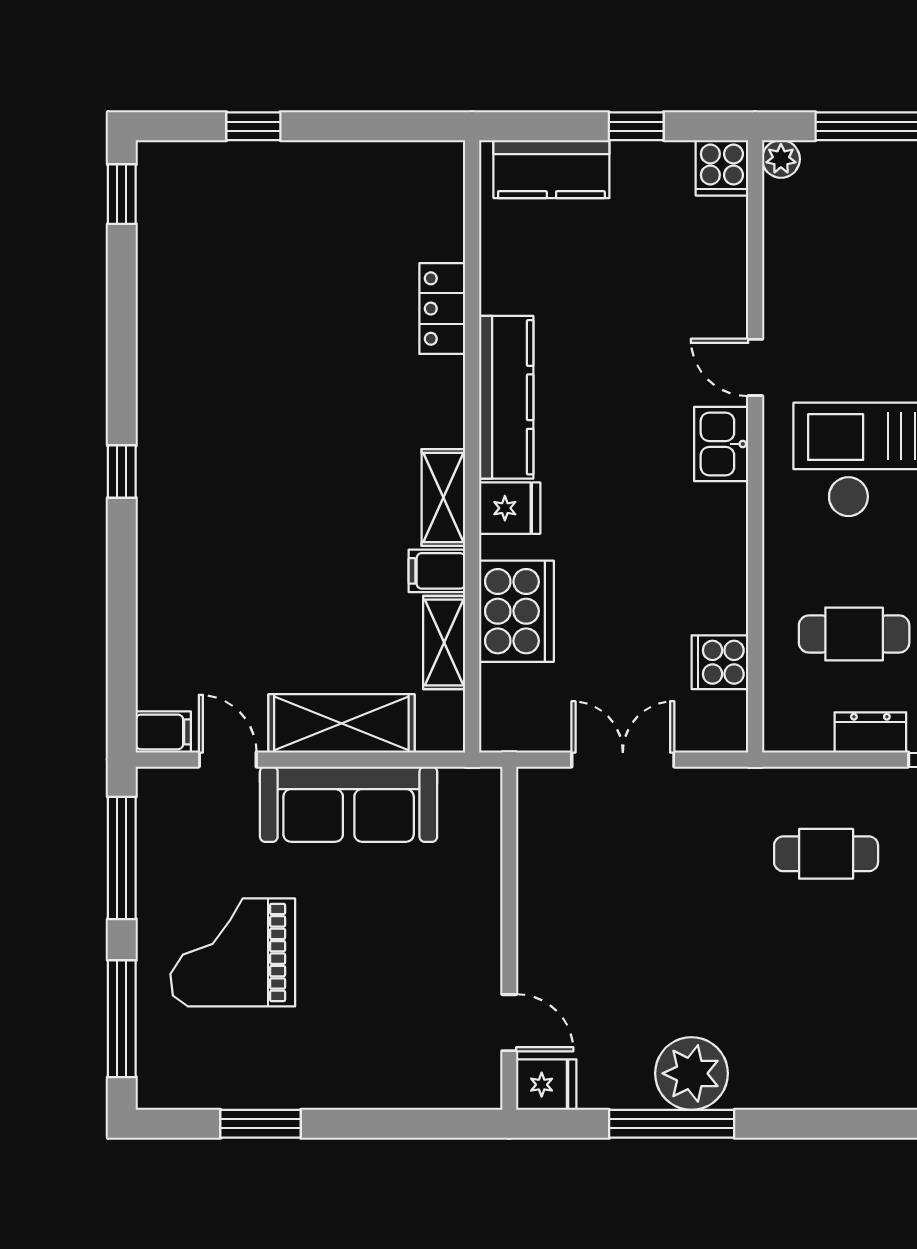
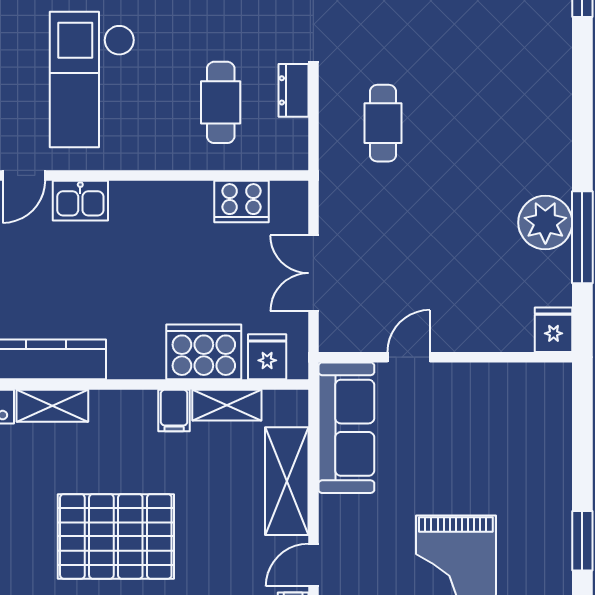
pallet: (267, 492) -> (116, 536), added
shelving: (443, 498) -> (52, 406), moved
fridge: (510, 508) -> (267, 357), moved
cooker: (720, 662) -> (242, 202), width x1.36
sofa: (349, 804) -> (346, 428), moved
door: (509, 1023) -> (409, 357), moved

